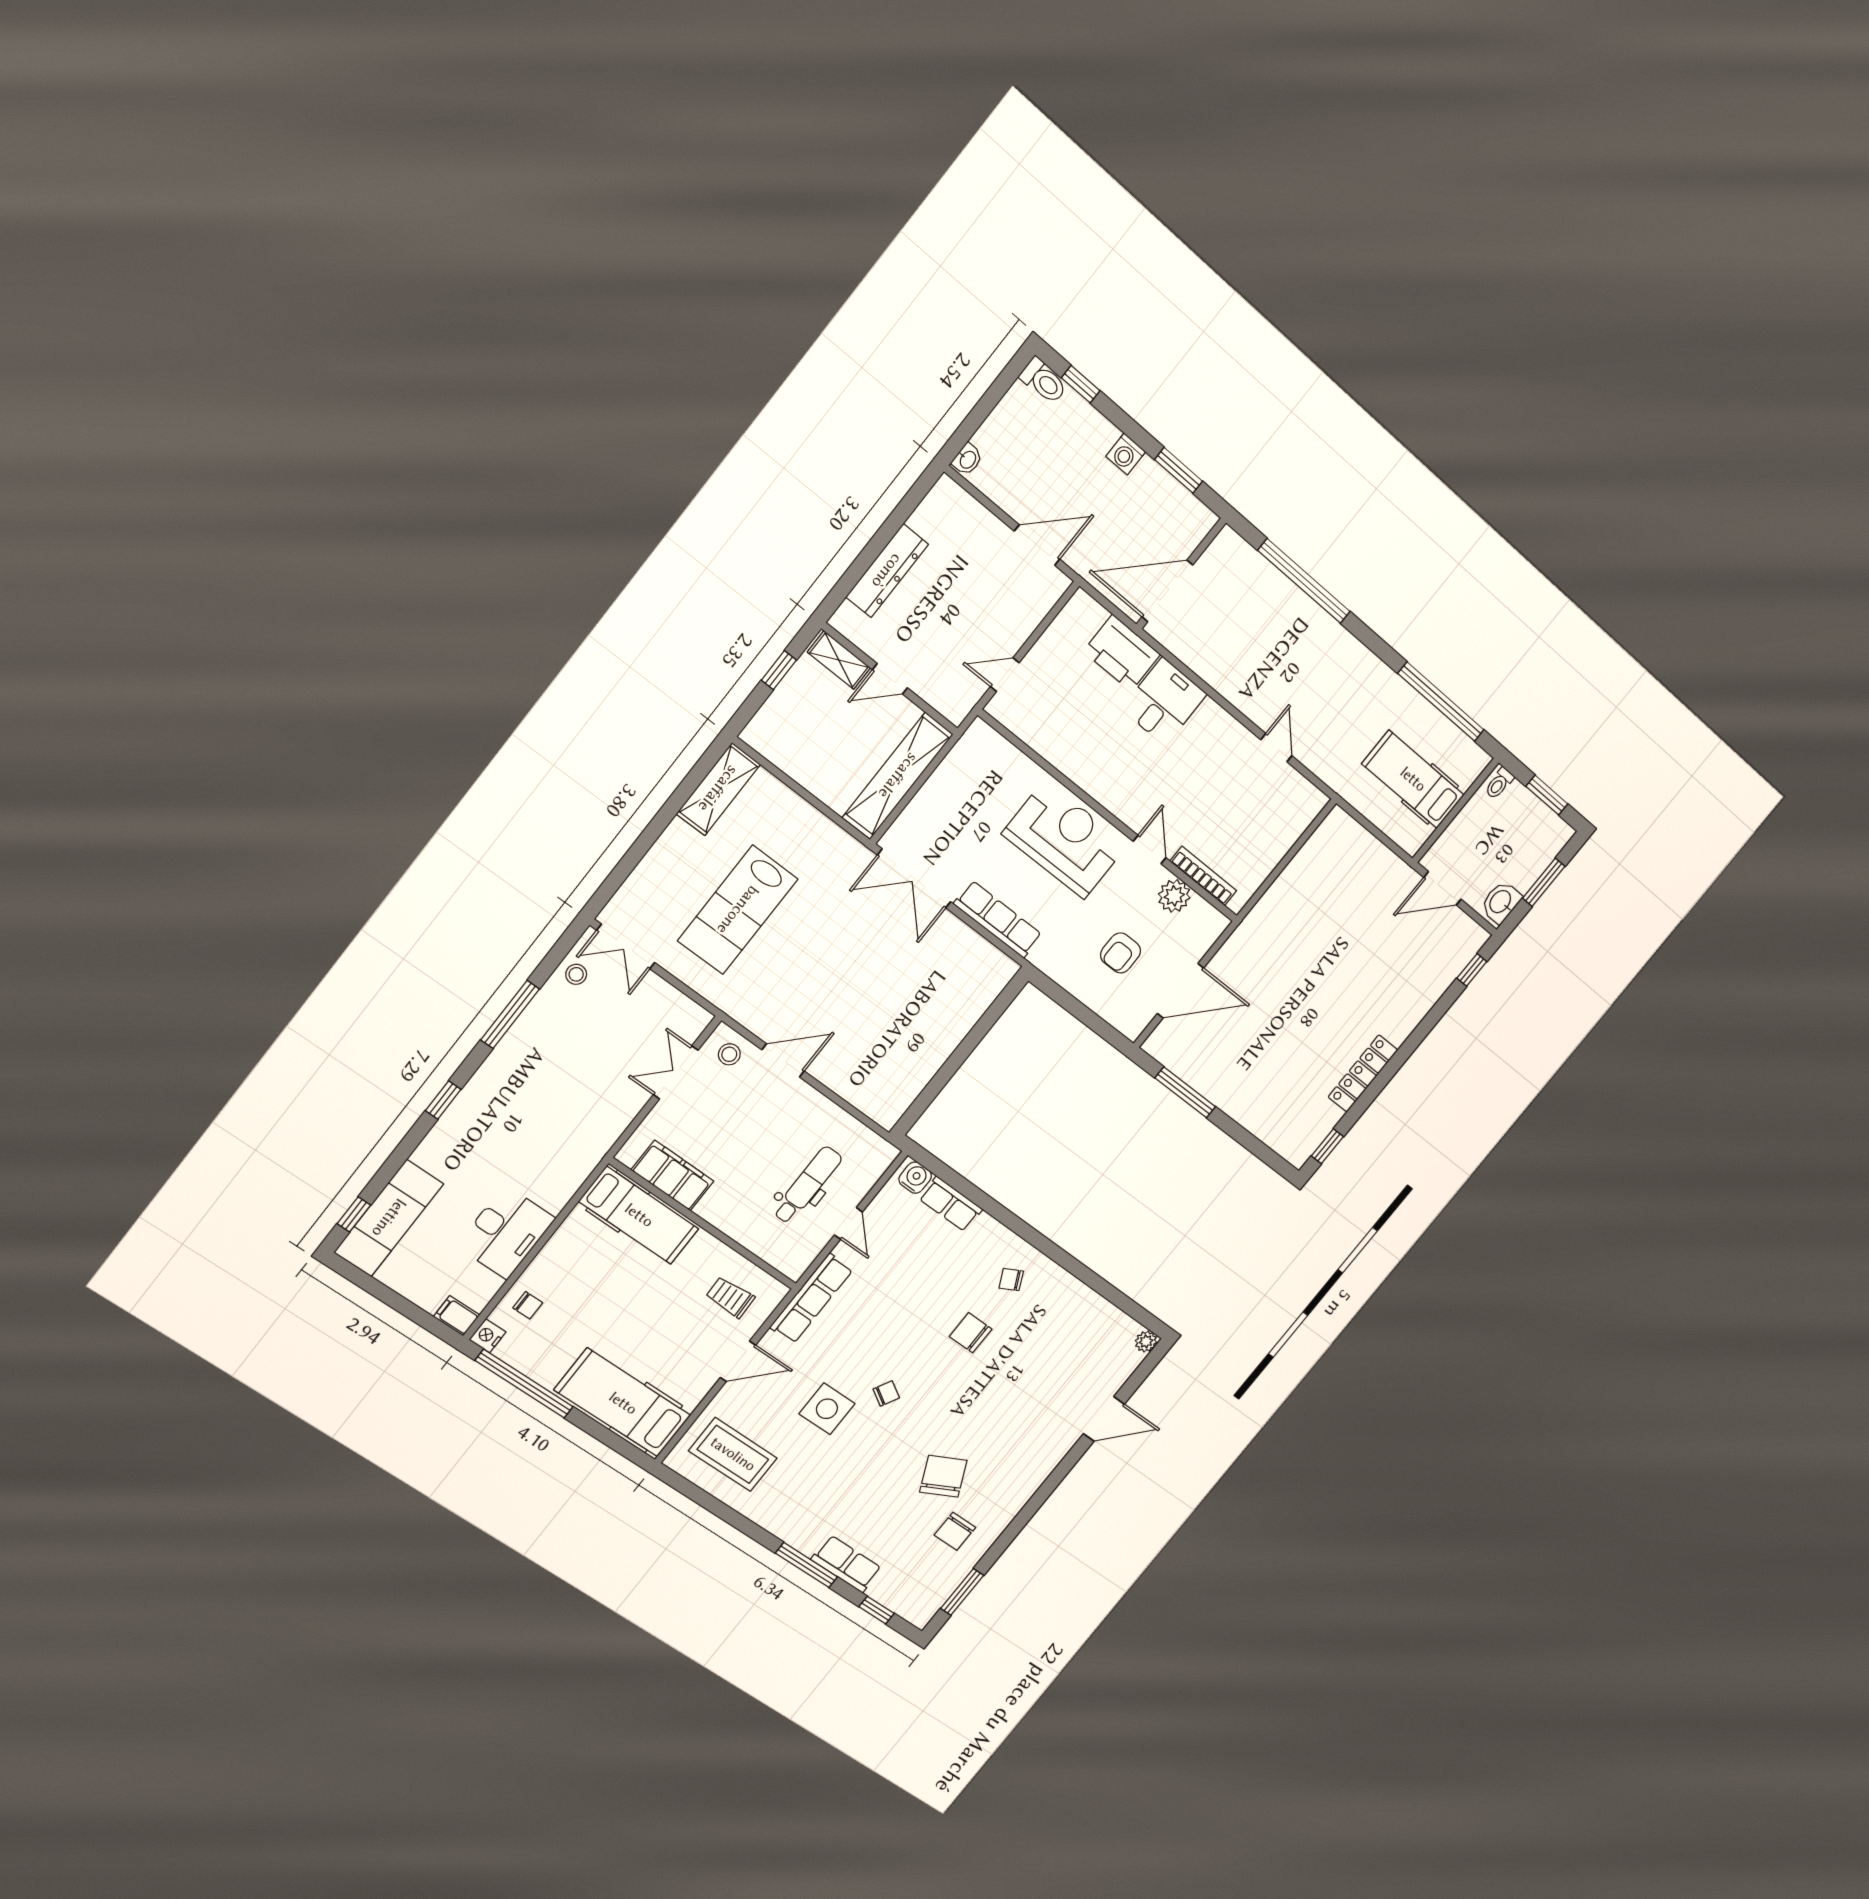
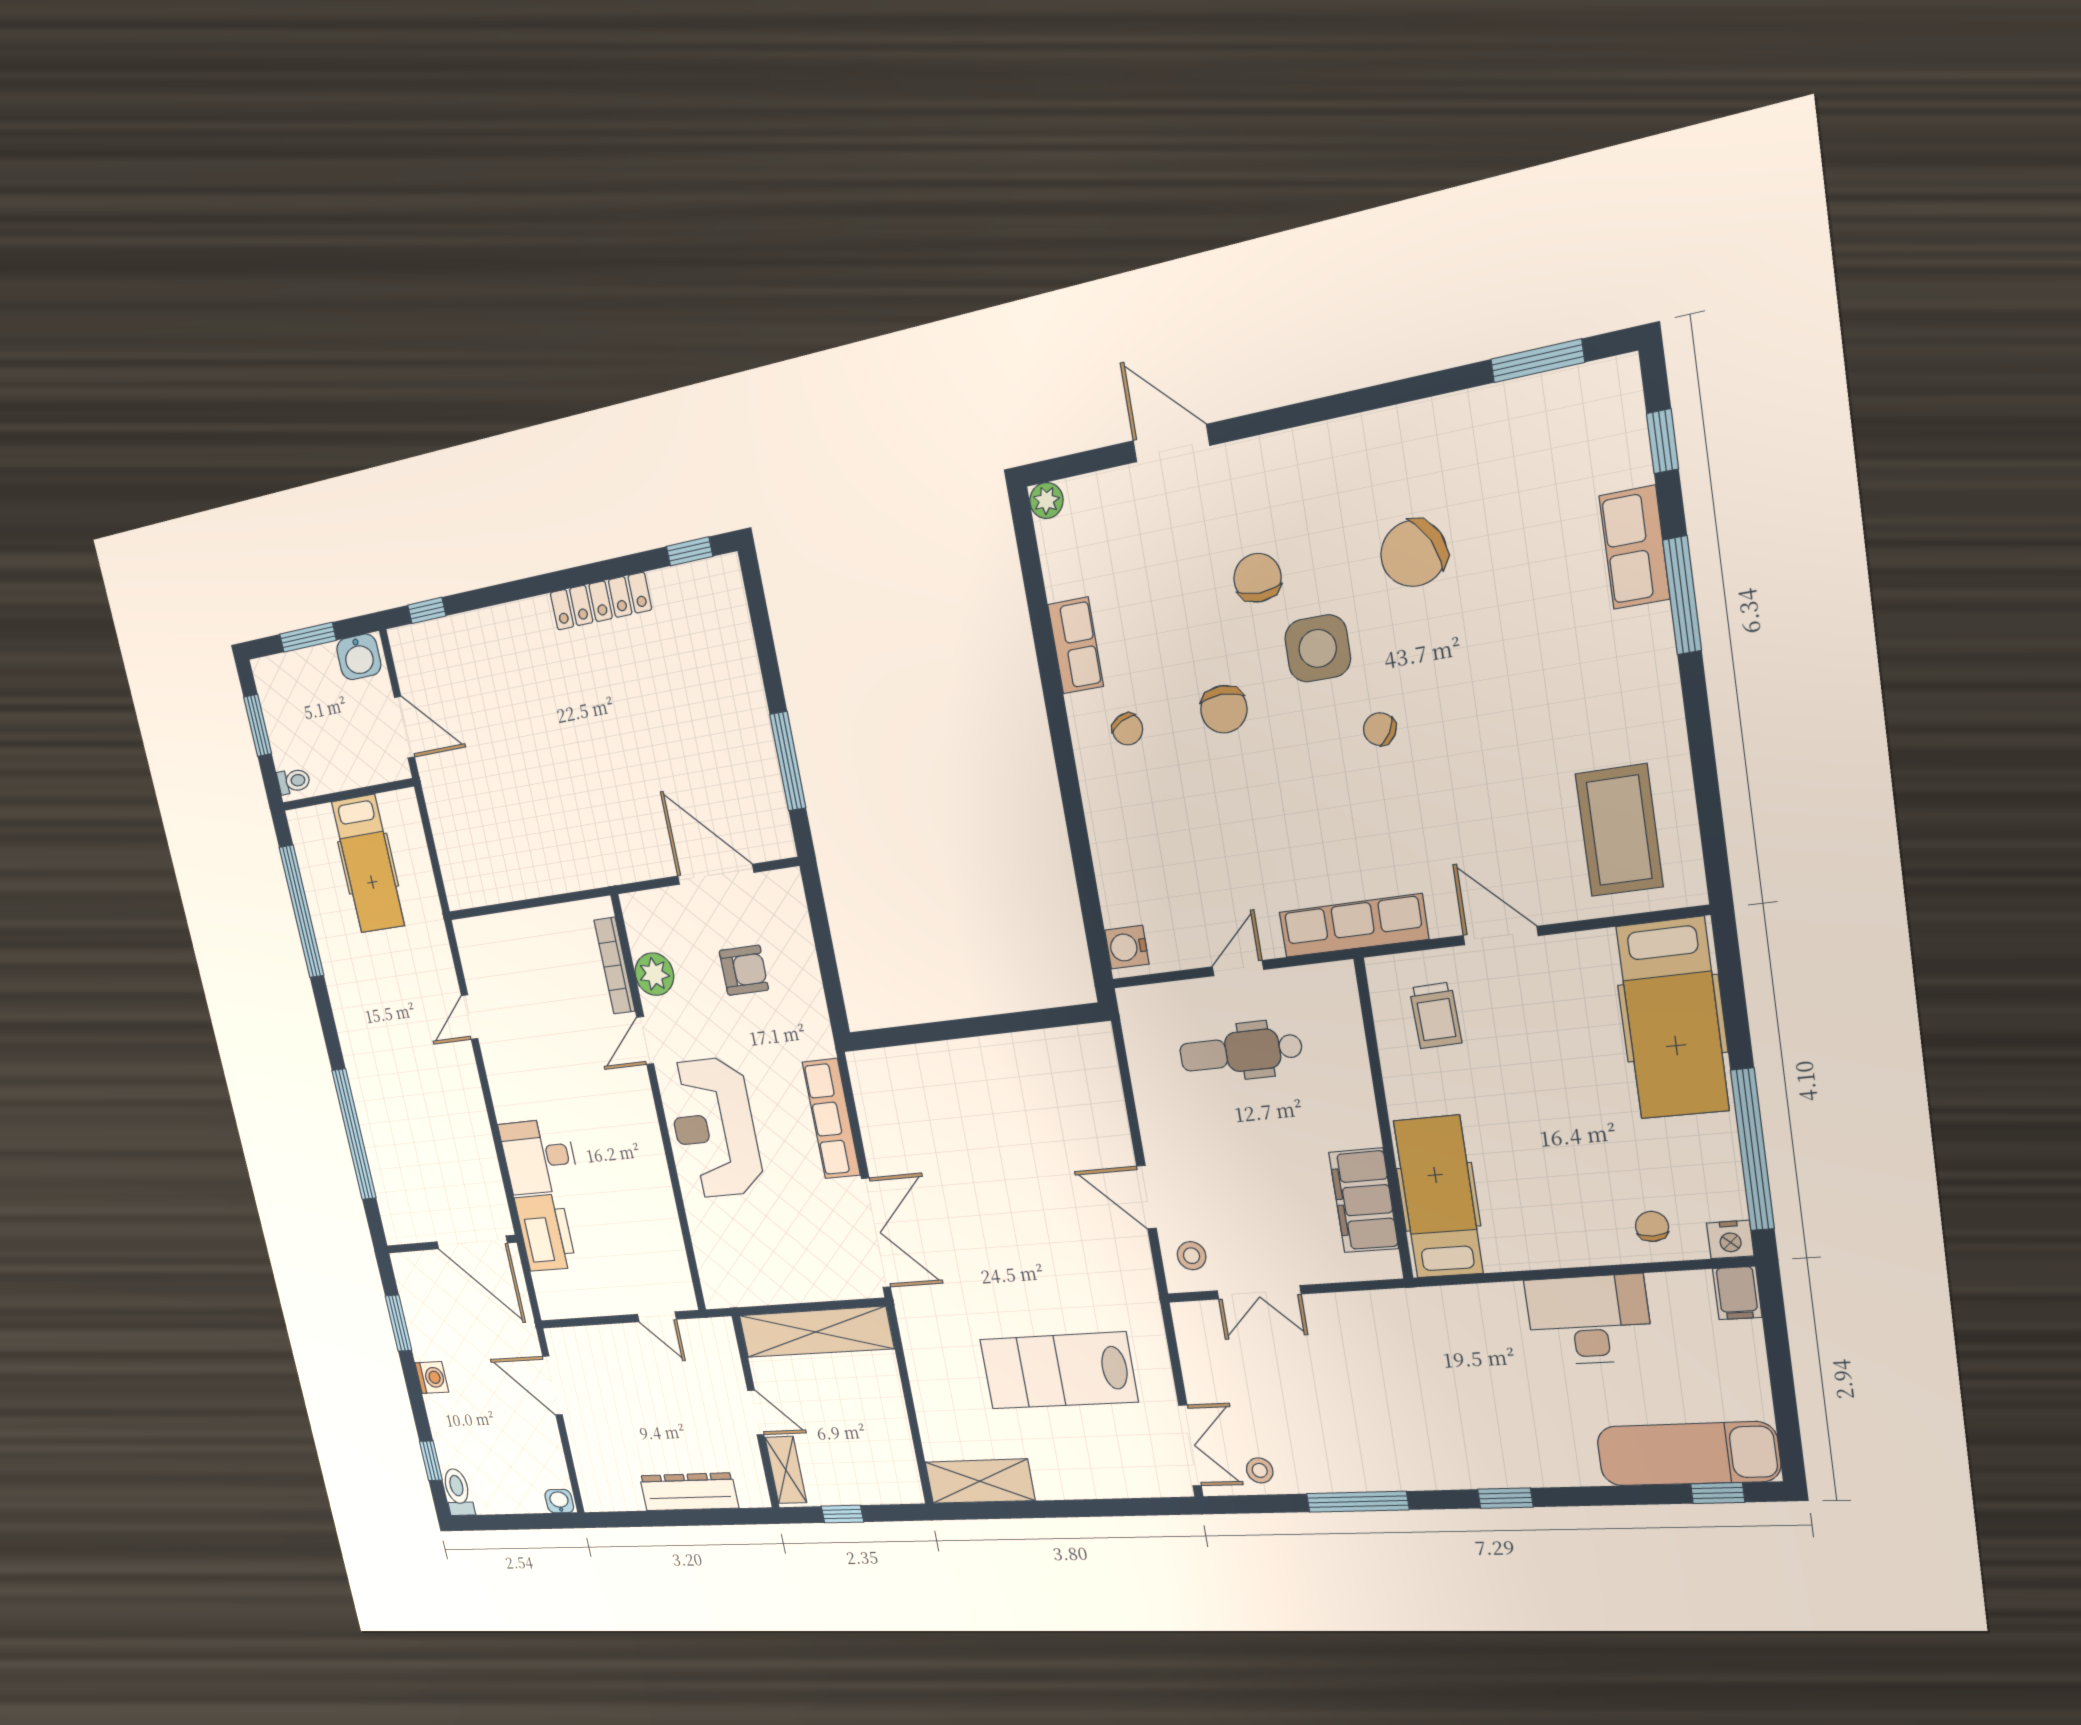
lab bench: (738, 910) -> (1058, 1371), turned 180
row of seats: (951, 1204) -> (1076, 645), moved
side table: (827, 1409) -> (1318, 648), moved
chair: (955, 1531) -> (1257, 578), moved, turned -90

